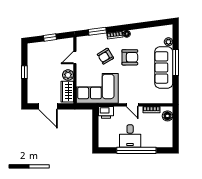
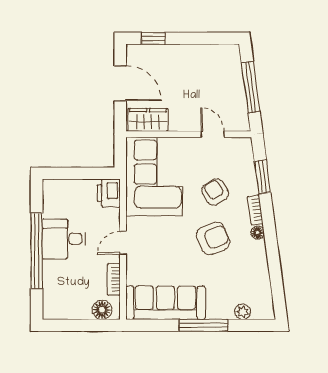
window: (50, 37) -> (251, 87), width x2.17
armchair: (130, 57) -> (213, 238), turned -112
sofa: (164, 67) -> (165, 303), moved
window: (24, 72) -> (153, 38), moved
plant: (68, 75) -> (179, 121), removed
door: (48, 106) -> (120, 83), swing flipped

